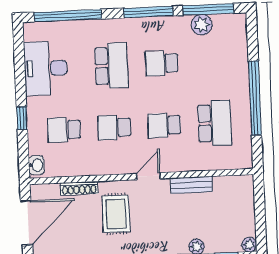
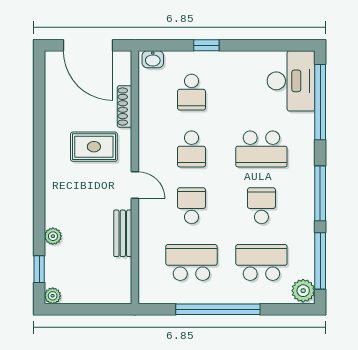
plant: (202, 25) -> (303, 291), moved
school desk: (212, 61) -> (261, 262), added
desk: (46, 68) -> (291, 81), moved, turned 90
school desk: (215, 123) -> (191, 262), turned 180
school desk: (114, 127) -> (191, 149), turned 180
school desk: (64, 130) -> (191, 92), turned 180

